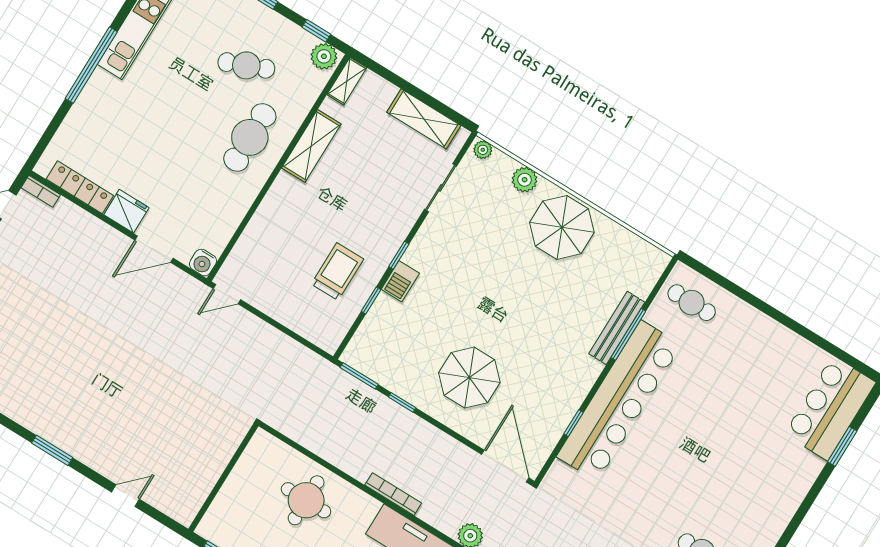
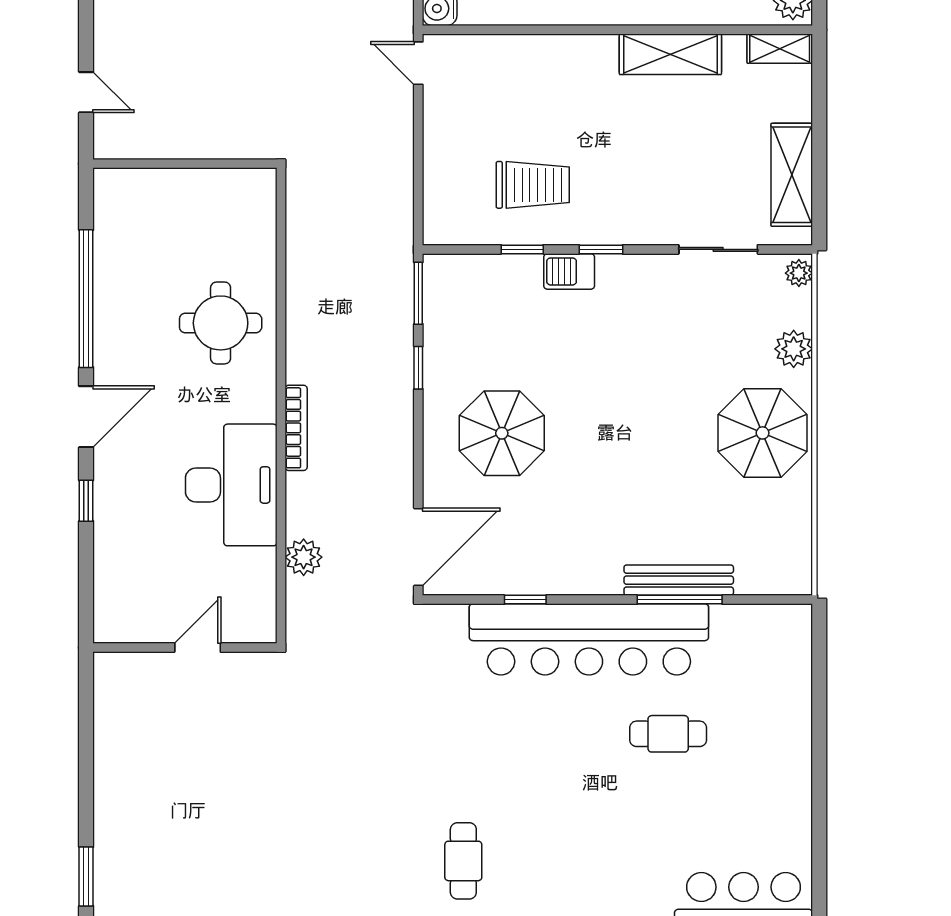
cafe table: (692, 303) -> (668, 734), moved, turned 90
wall: (223, 478) -> (185, 164), moved

